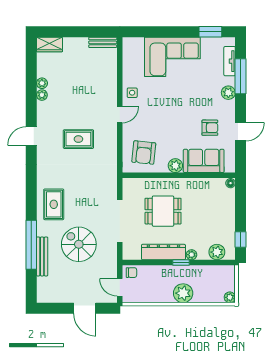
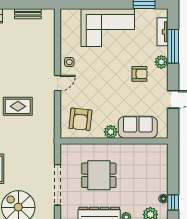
bench: (103, 42) -> (28, 14), moved
armchair: (210, 128) -> (140, 74), moved
floor lamp: (231, 183) -> (163, 199), moved

